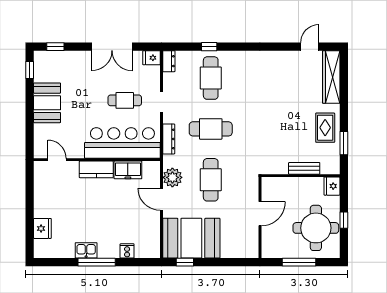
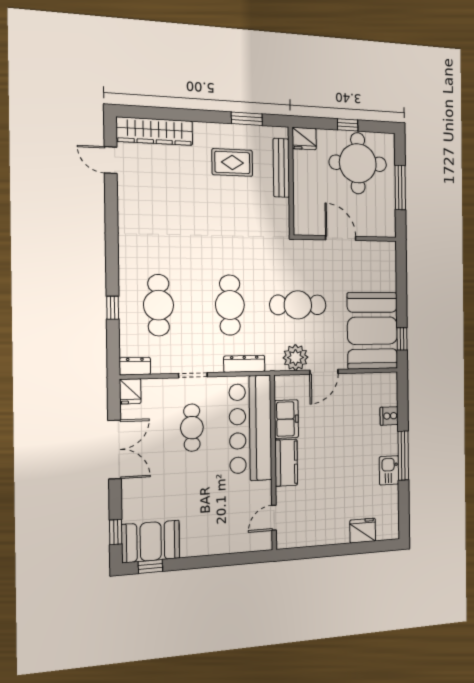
cafe table: (211, 78) -> (159, 305), turned 90
booth: (47, 103) -> (151, 541), moved
rug: (325, 128) -> (232, 162), moved
bench: (304, 168) -> (281, 168), width x1.36

